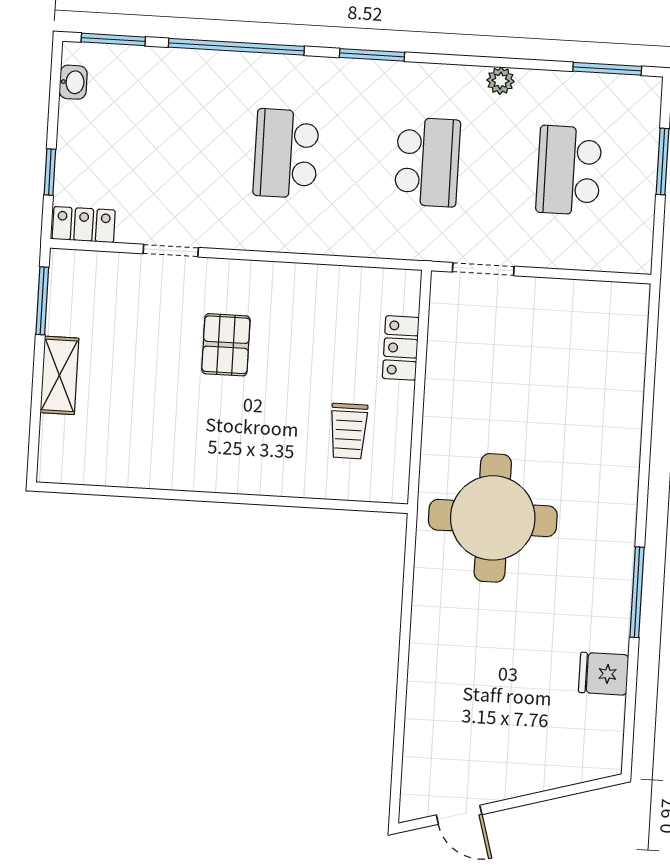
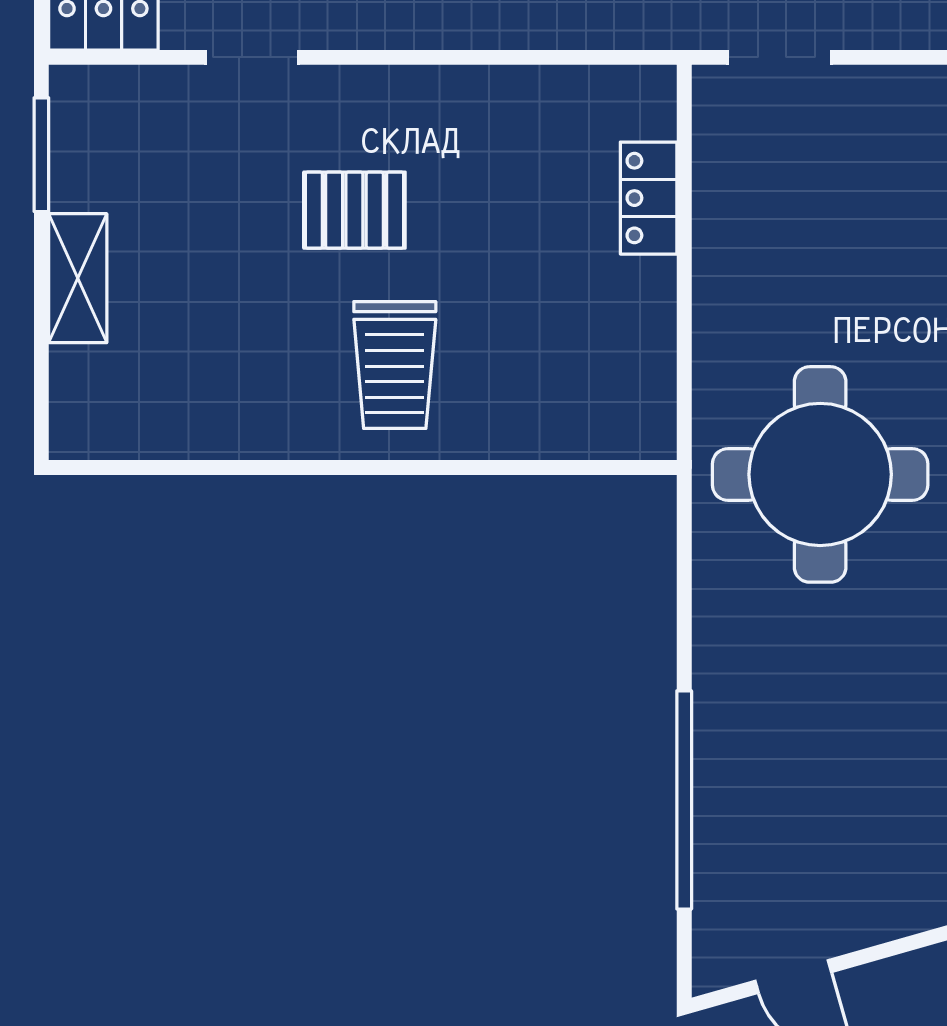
pallet: (226, 345) -> (354, 210), turned 90
trolley: (349, 431) -> (395, 365), moved, width x1.36, depth x1.39
window: (401, 706) -> (684, 800), added

